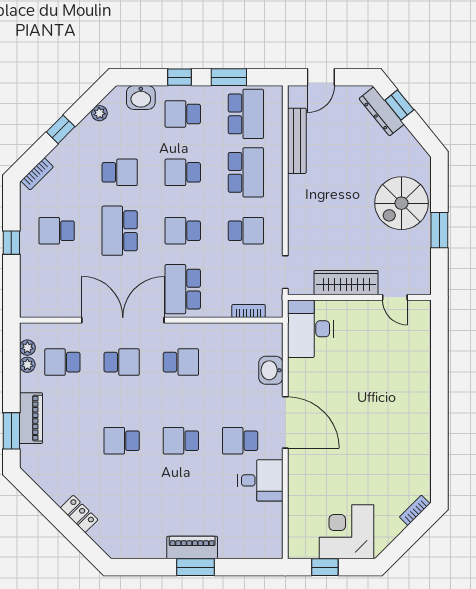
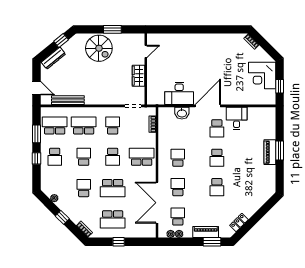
washbasin: (141, 98) -> (47, 178), removed
window: (399, 105) -> (61, 40), moved
school desk: (183, 172) -> (84, 157), turned 180
school desk: (57, 231) -> (113, 219), width x1.85
wardrobe: (346, 283) -> (138, 76), width x0.67
school desk: (183, 289) -> (142, 157), turned 180
double door: (123, 320) -> (157, 203), moved
desk: (310, 329) -> (179, 93), moved
school desk: (62, 362) -> (178, 217), turned 180
locker: (79, 514) -> (239, 222), moved

